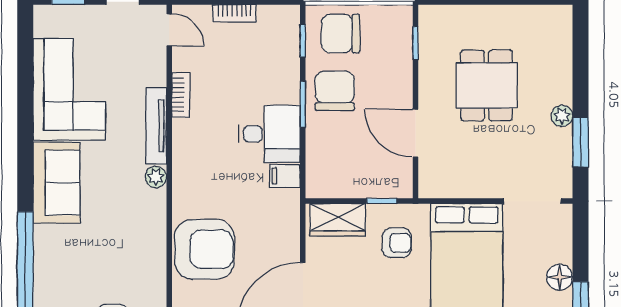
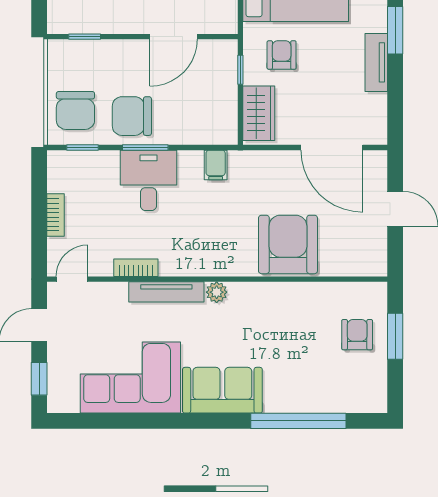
desk: (269, 134) -> (148, 180), moved

